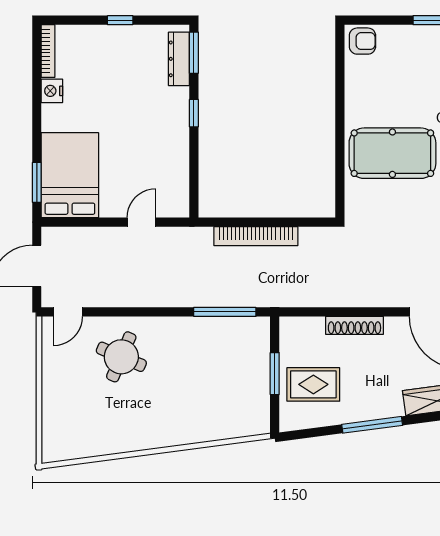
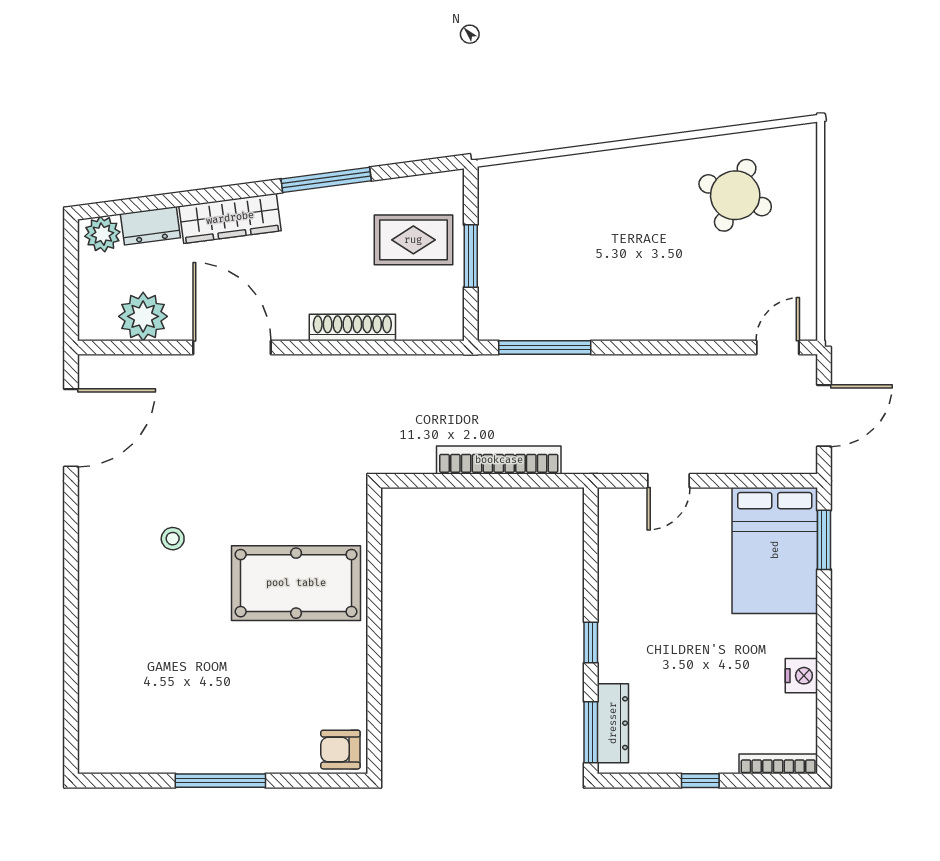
bookcase: (48, 51) -> (778, 764), moved, turned 90
round table: (121, 357) -> (735, 195), moved

